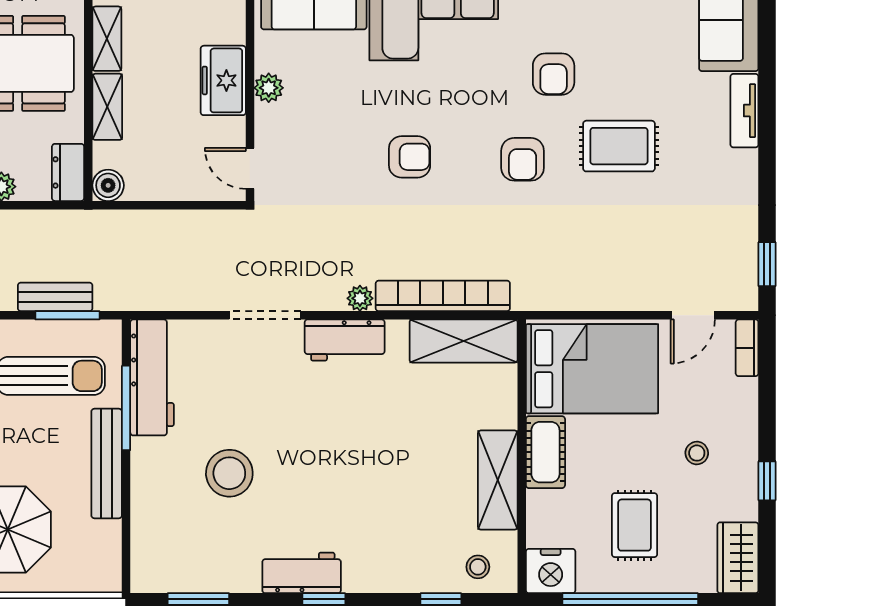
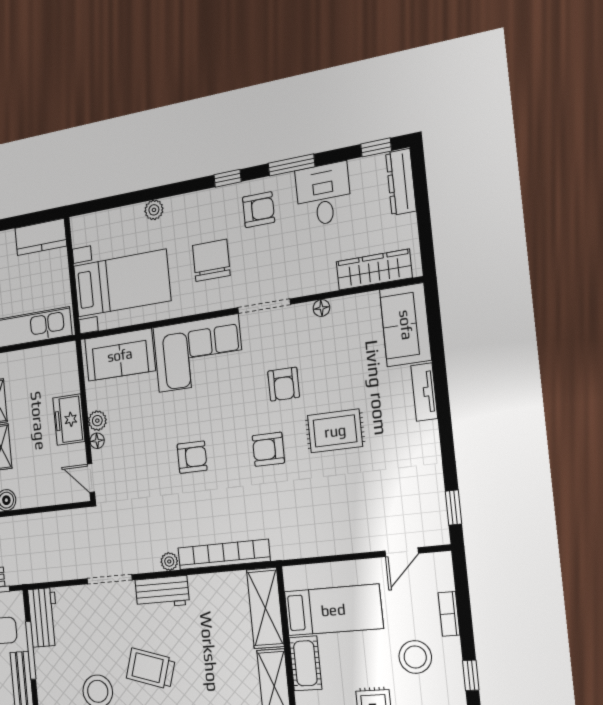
floor lamp: (265, 116) -> (97, 441), added
armchair: (523, 159) -> (268, 449), turned 90
shelving: (464, 341) -> (265, 608), moved, turned 90
bookcase: (747, 348) -> (449, 614), moved
bed: (592, 369) -> (333, 610), width x0.67
workbench: (152, 377) -> (43, 617), width x0.73
trolley: (316, 446) -> (151, 669), added
stool: (697, 453) -> (415, 657), width x1.89, depth x1.89

